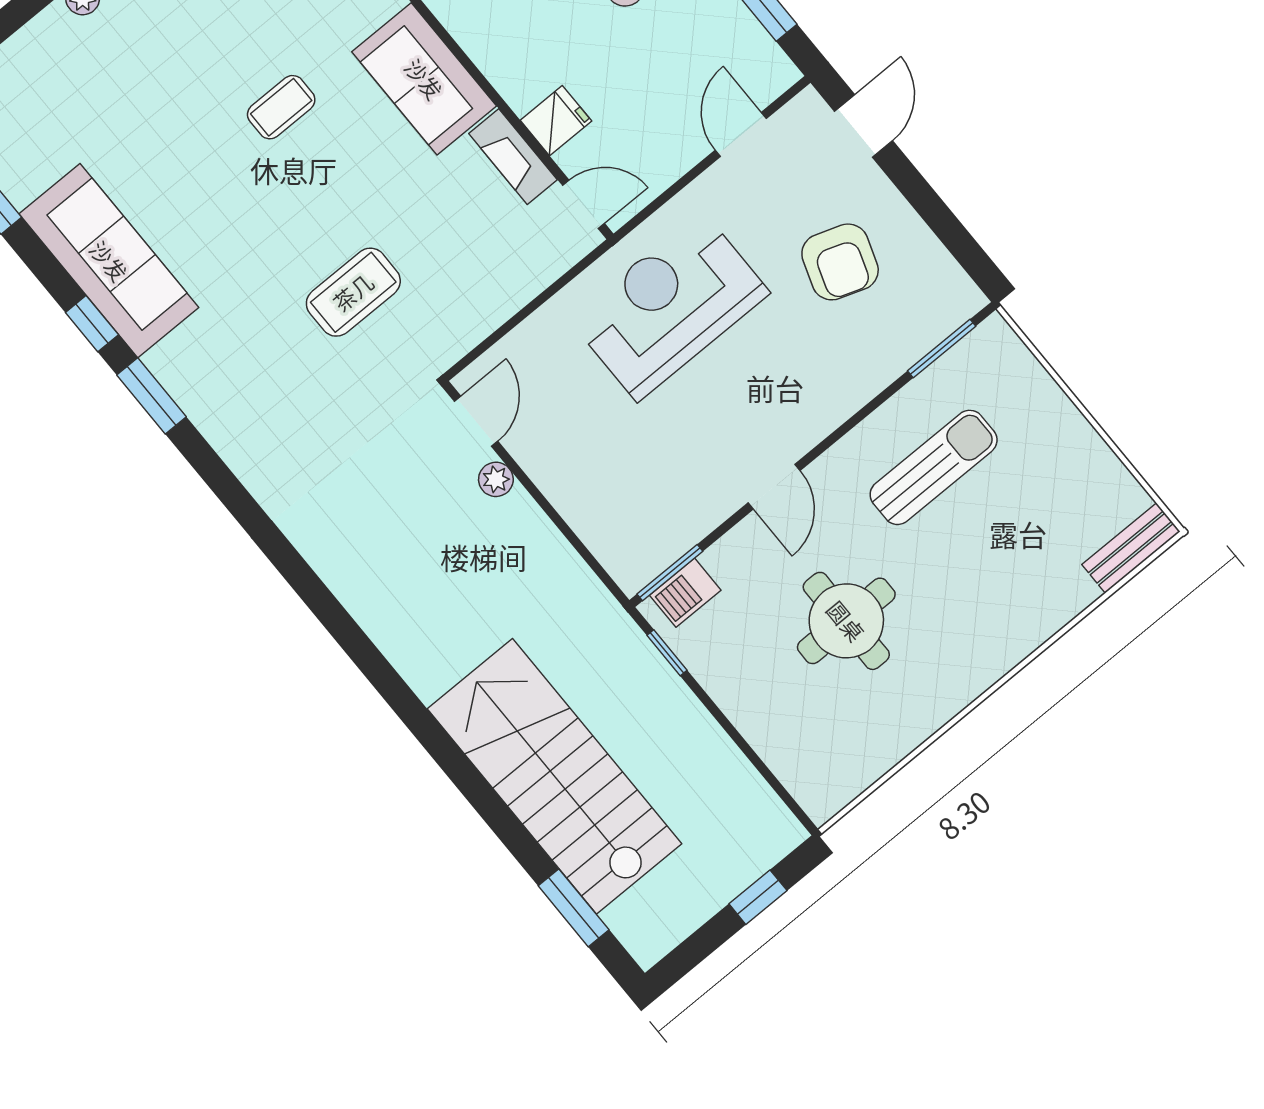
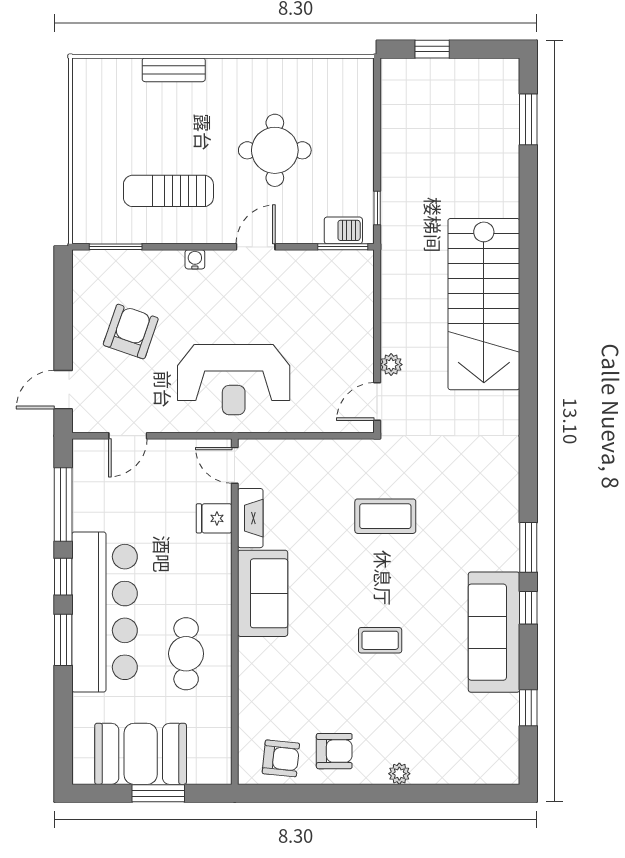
coffee table: (281, 107) -> (380, 640), moved
water cooler: (834, 412) -> (195, 259), added
bench: (1131, 548) -> (174, 70), moved
stairs: (554, 776) -> (484, 304), moved

